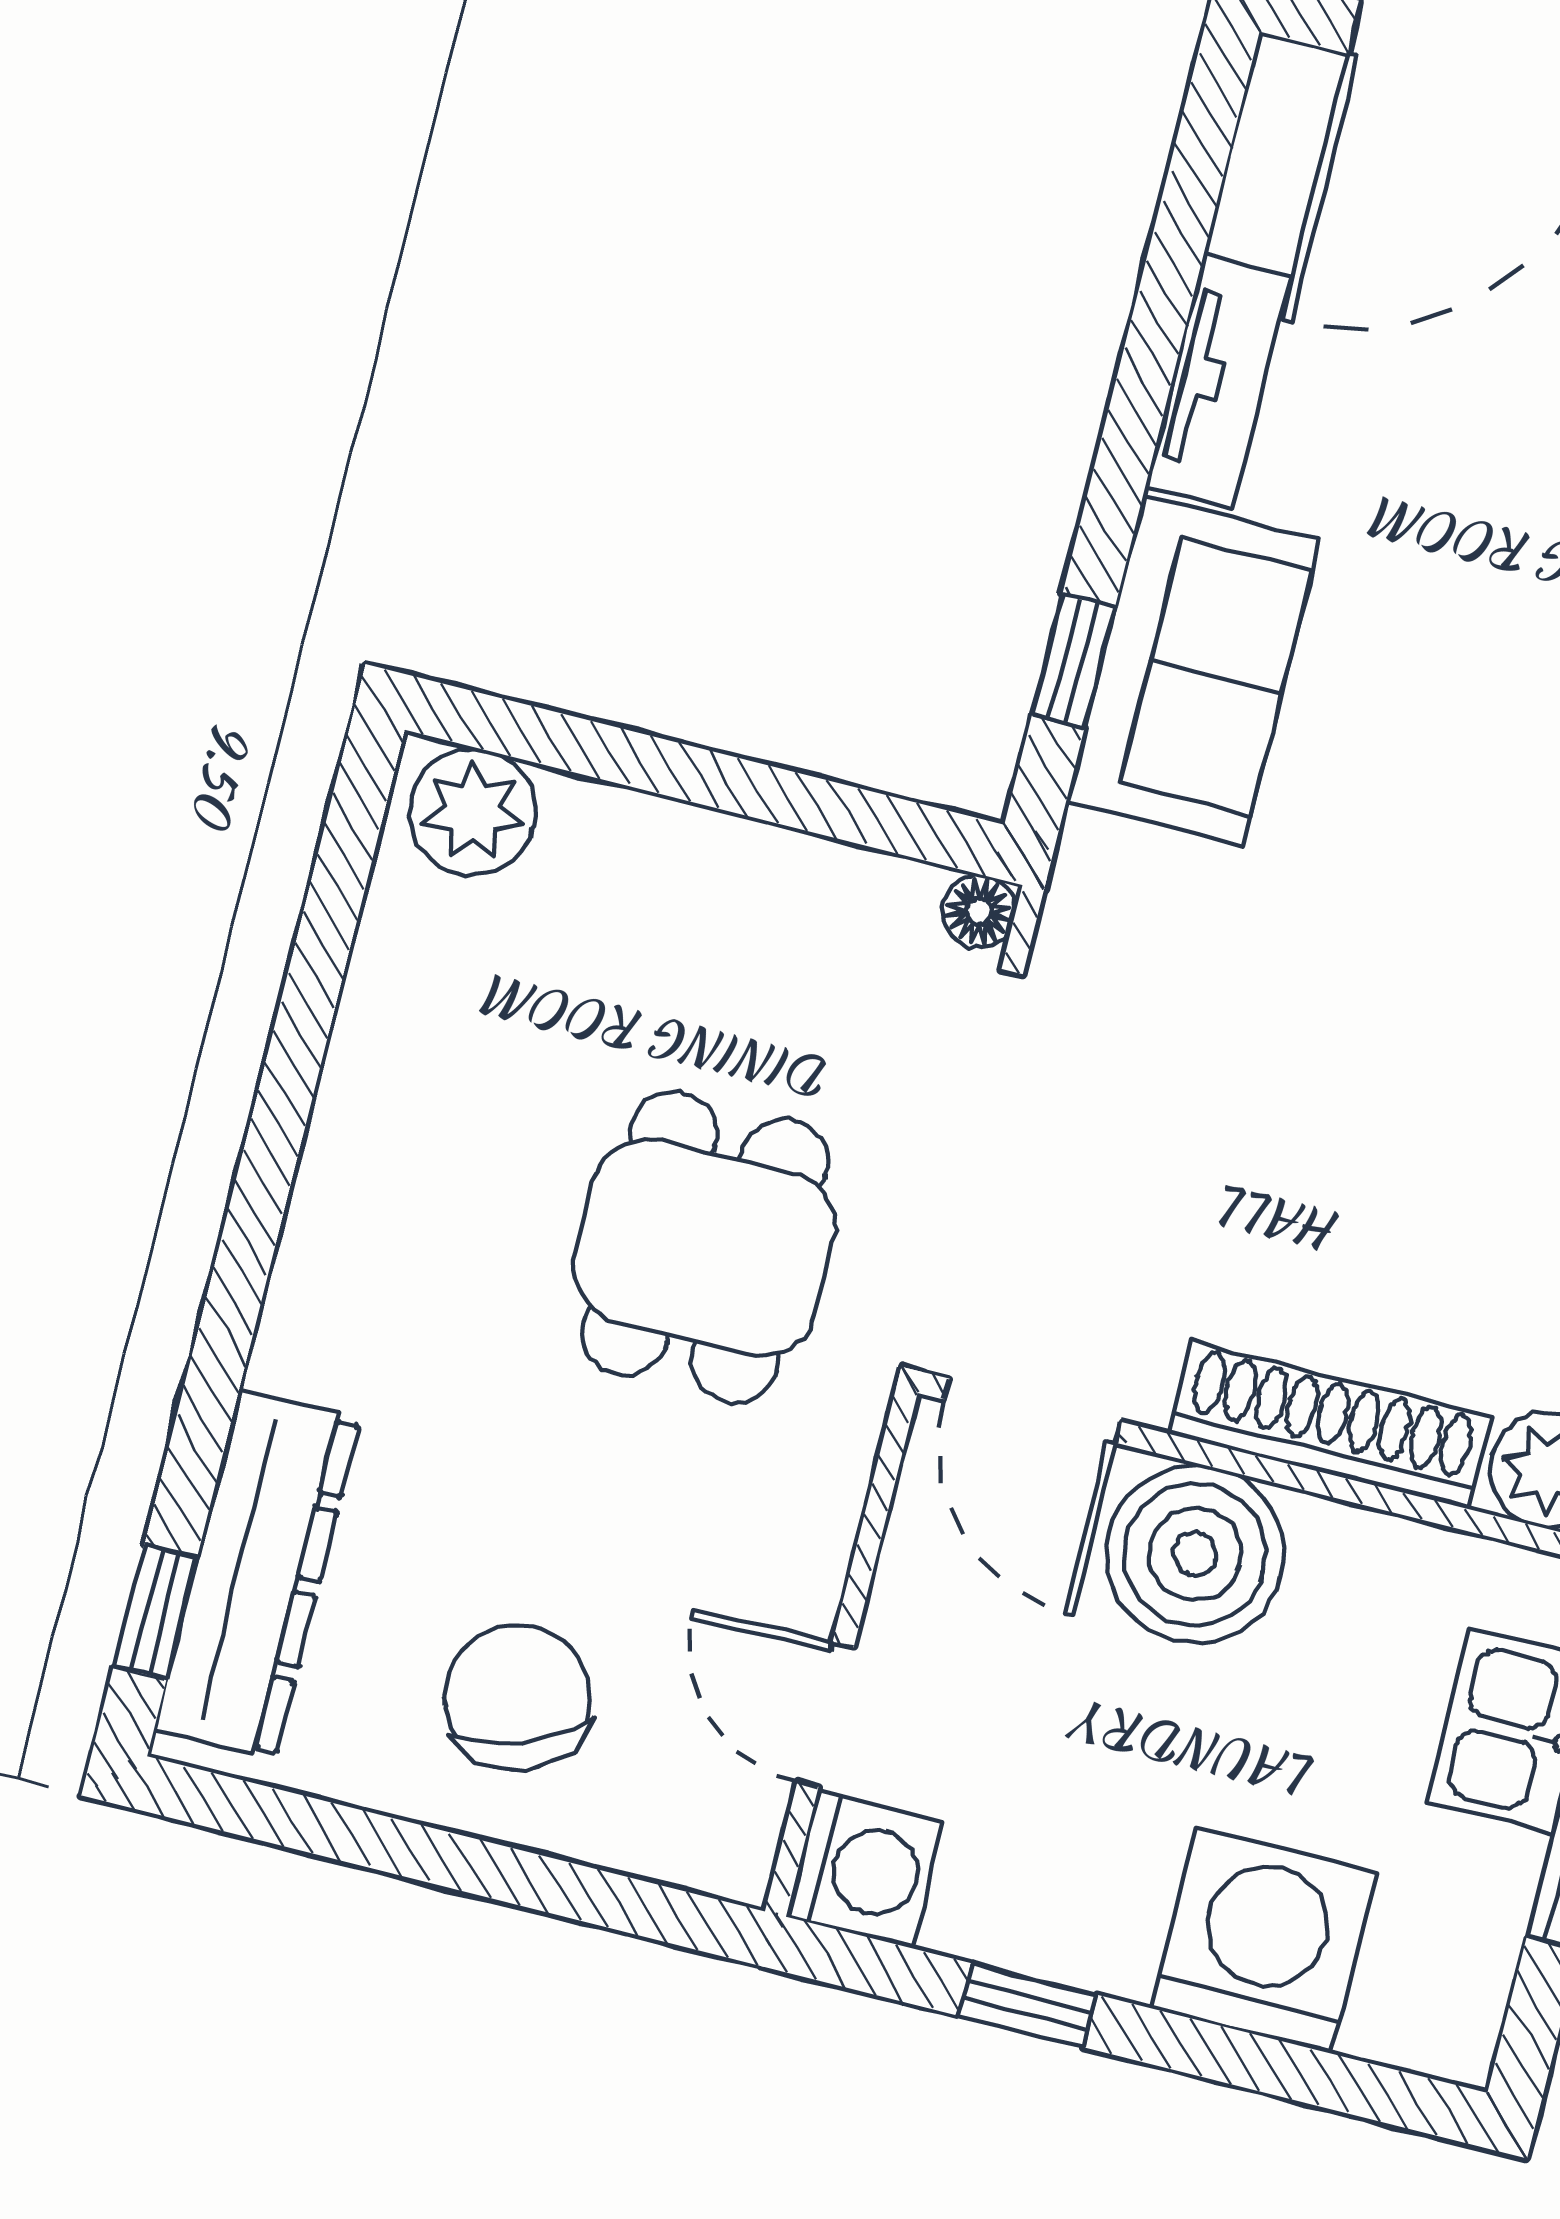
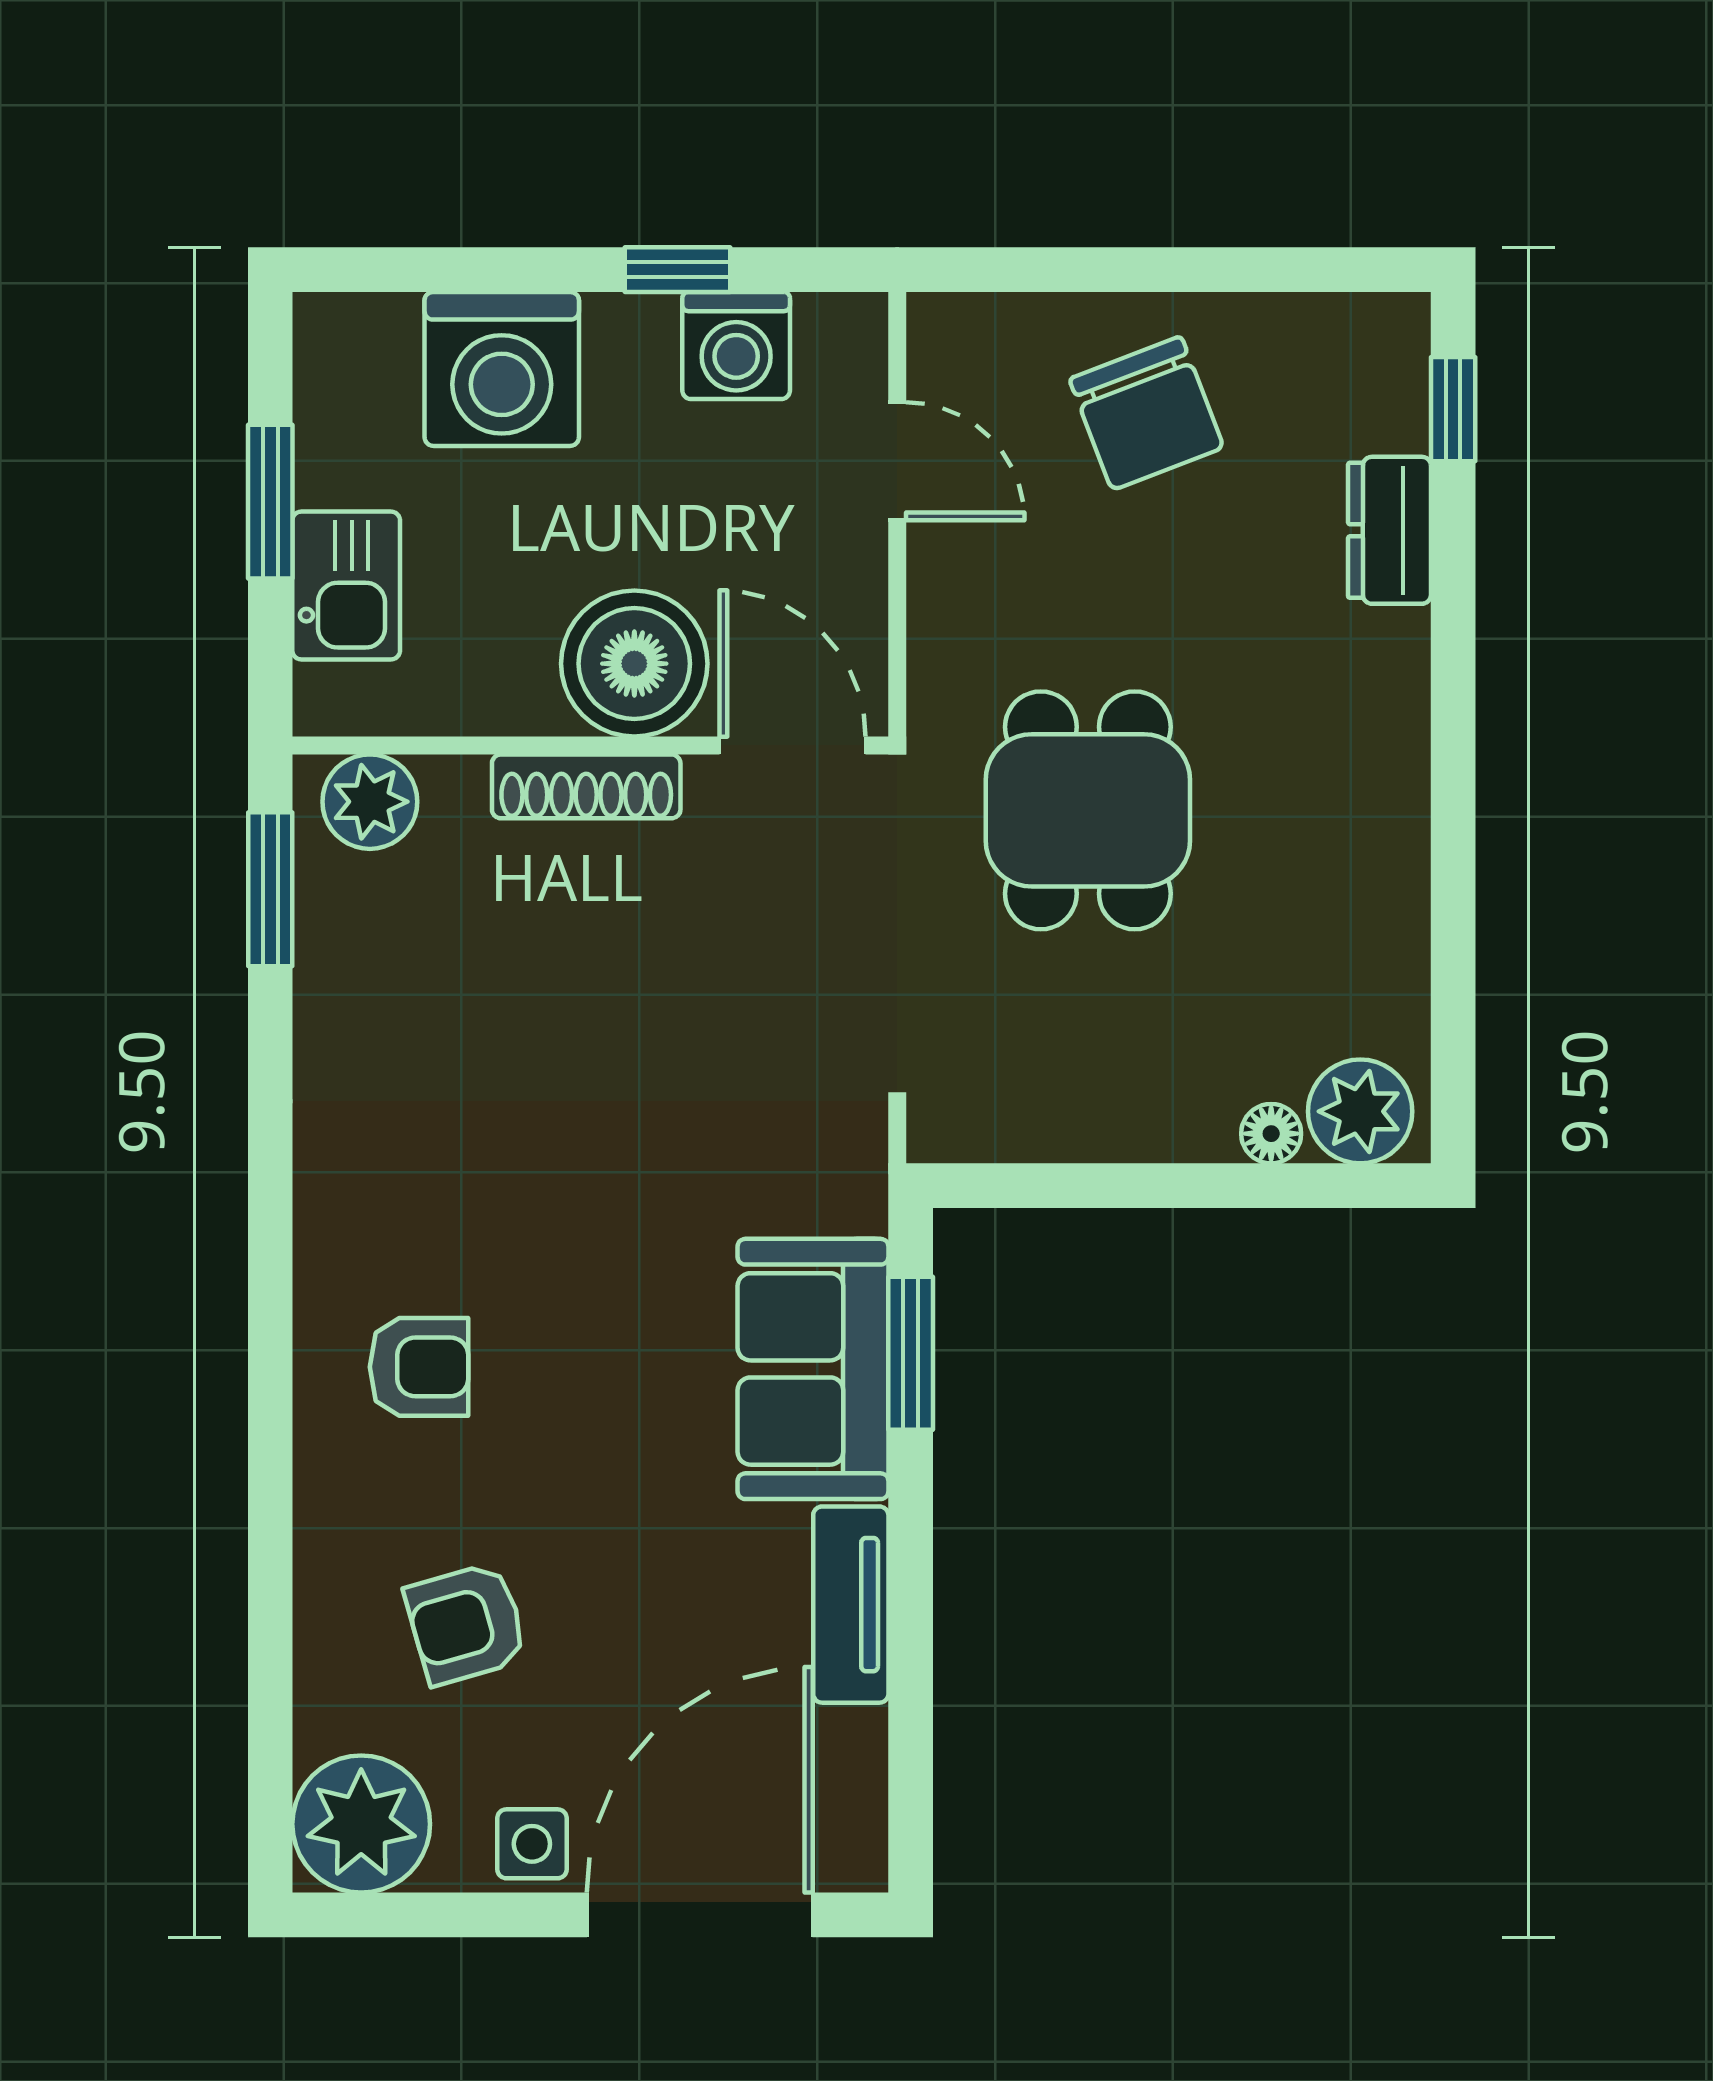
window: (1074, 660) -> (911, 1353), width x1.50
floor lamp: (979, 911) -> (1271, 1134), moved
shoe rack: (1330, 1425) -> (586, 786), width x0.74, depth x0.81
dresser: (257, 1574) -> (1389, 530), width x0.51, depth x0.80
washing machine: (865, 1869) -> (736, 346), moved, turned -90

